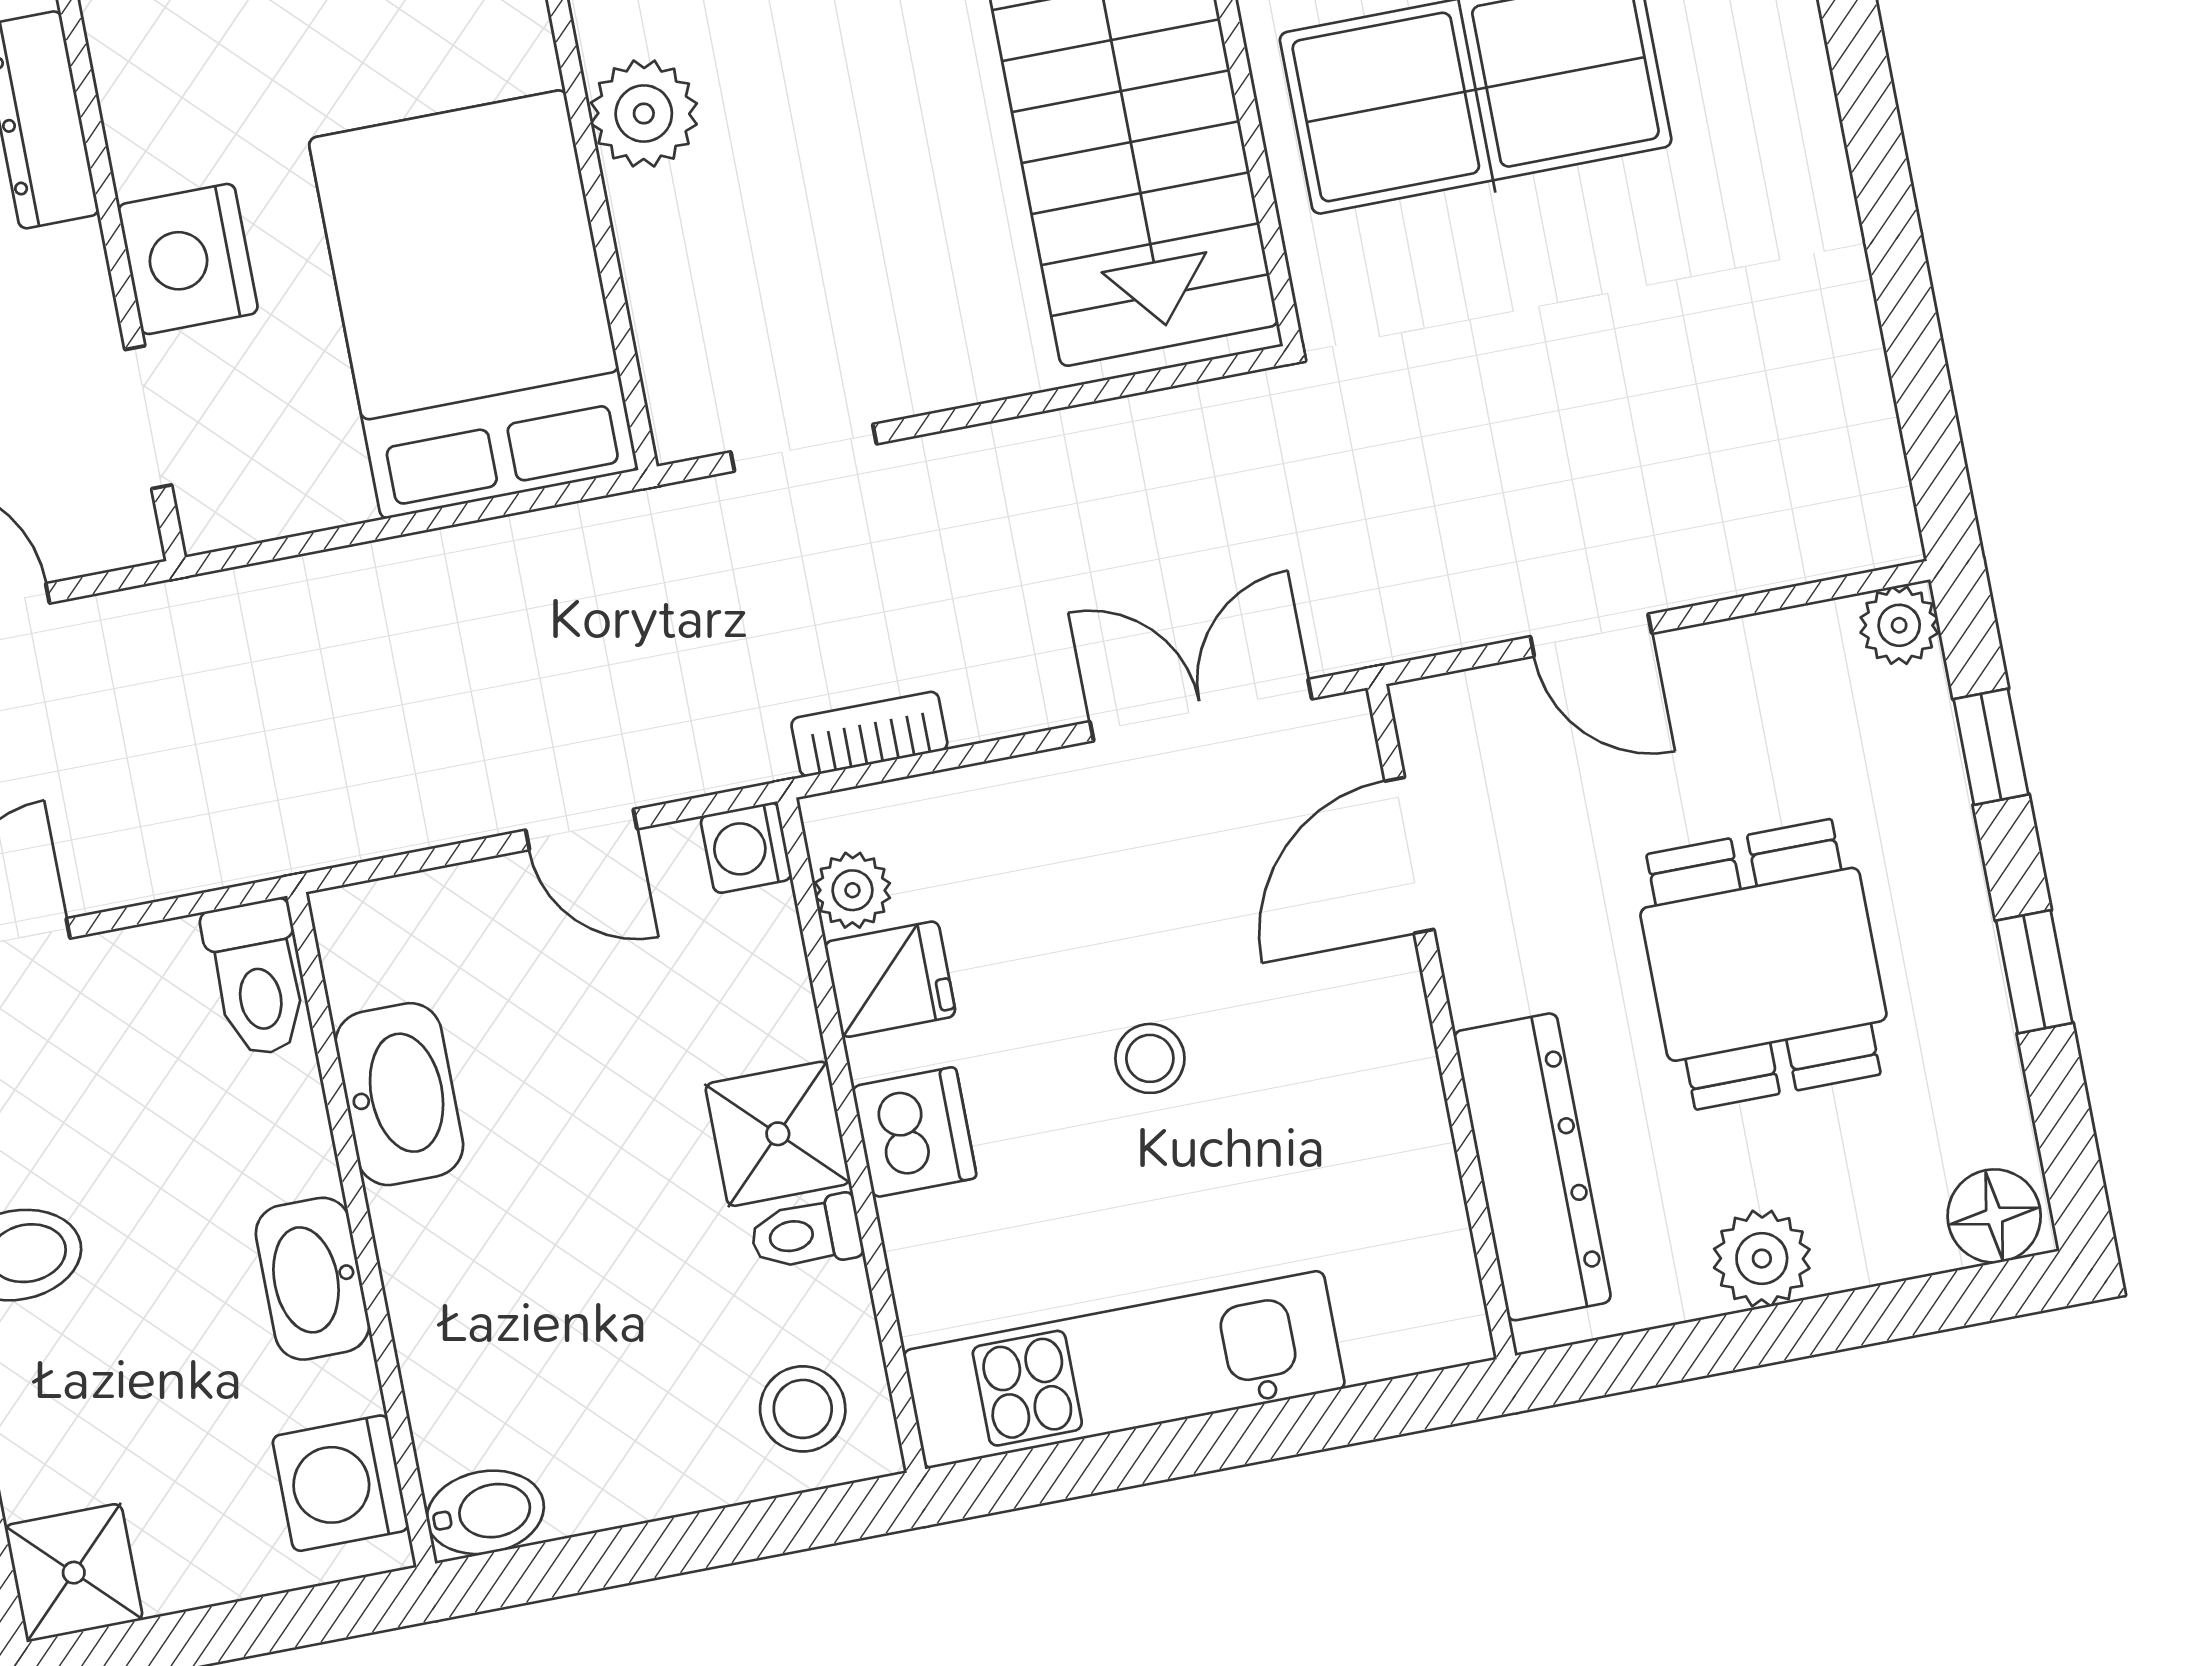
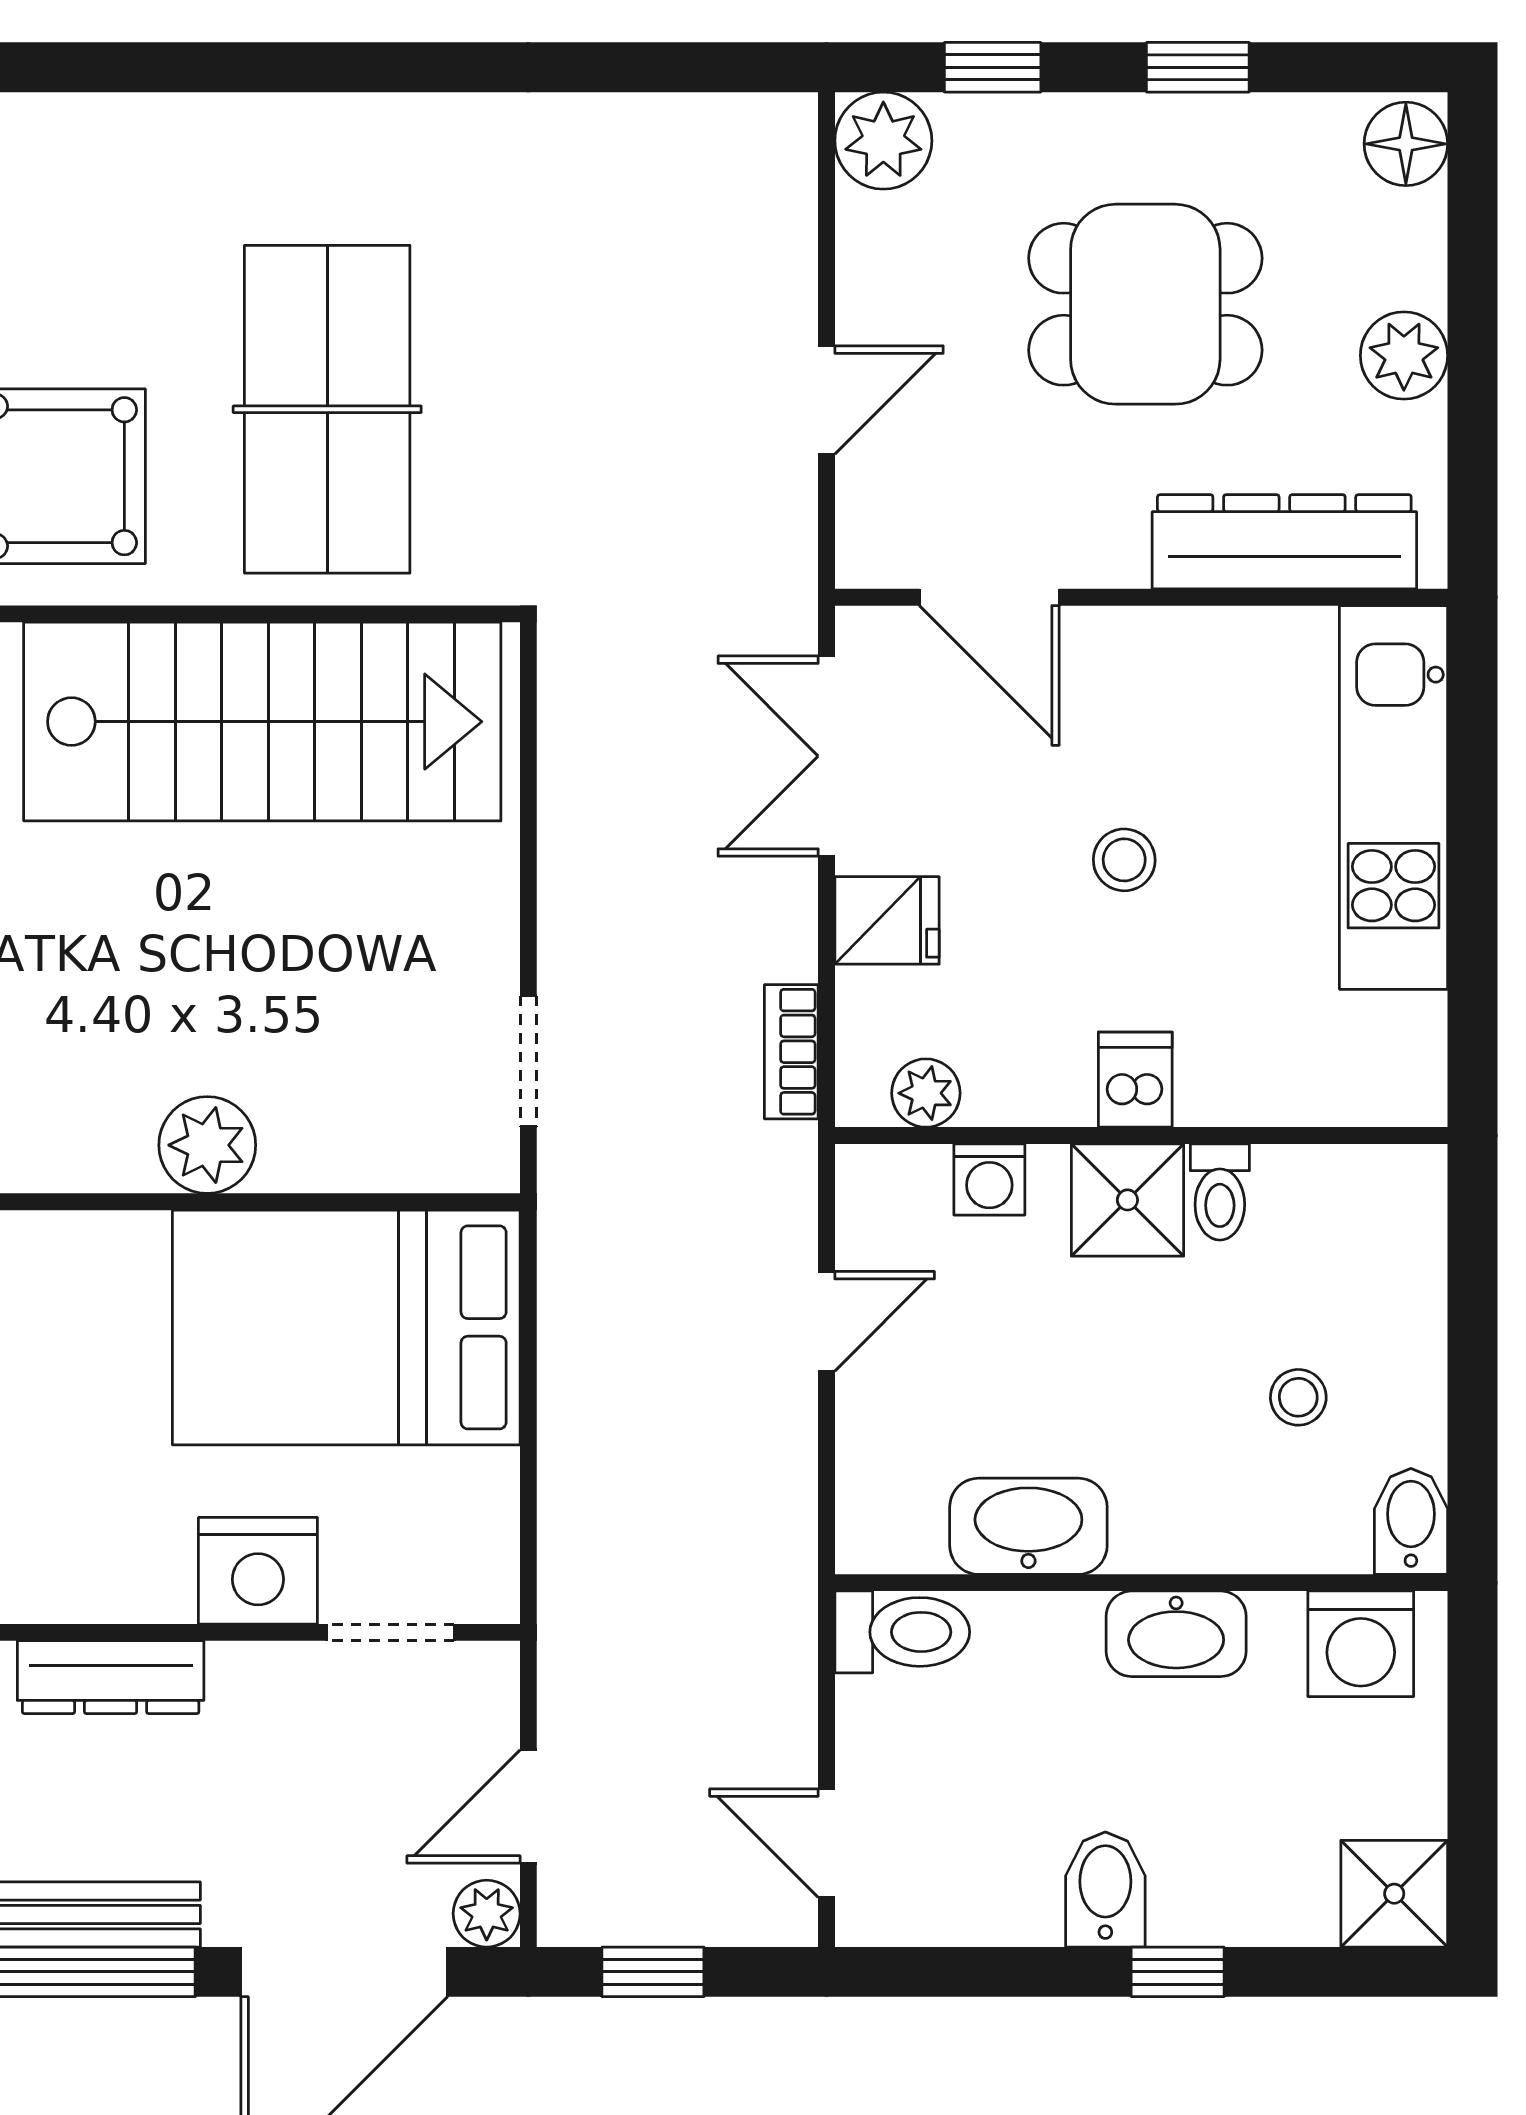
plant: (1899, 625) -> (883, 141), width x1.38, depth x1.38
washing machine: (746, 848) -> (989, 1179), moved
fridge: (890, 979) -> (887, 920), moved, turned 90
dishwasher: (914, 1132) -> (1135, 1080), width x0.73
kitchen unit: (1124, 1370) -> (1394, 797), moved
stool: (803, 1409) -> (1298, 1397), moved, width x0.73, depth x0.73

